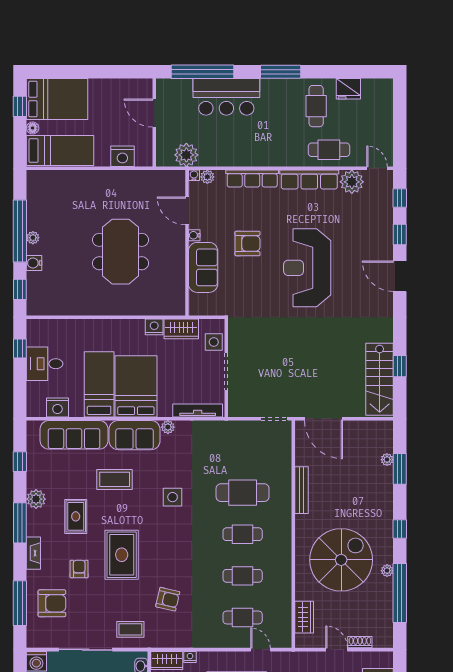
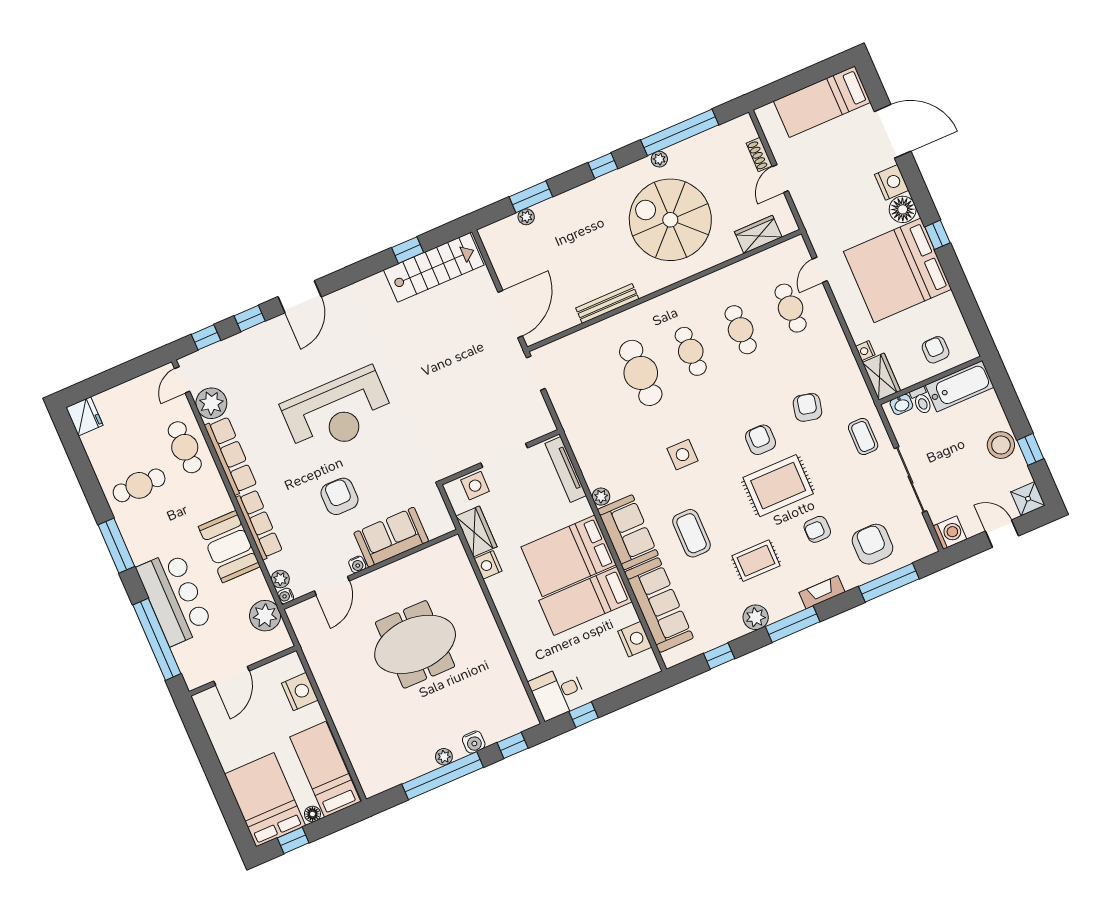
fridge: (348, 89) -> (84, 416), moved
booth: (246, 151) -> (229, 547), added
desk: (45, 364) -> (558, 693), moved, turned 90
armchair: (159, 556) -> (760, 440), added

